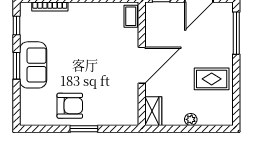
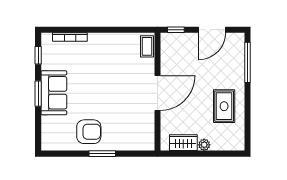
rug: (212, 79) -> (224, 106), turned 90
wardrobe: (153, 111) -> (183, 143), moved, turned -90

